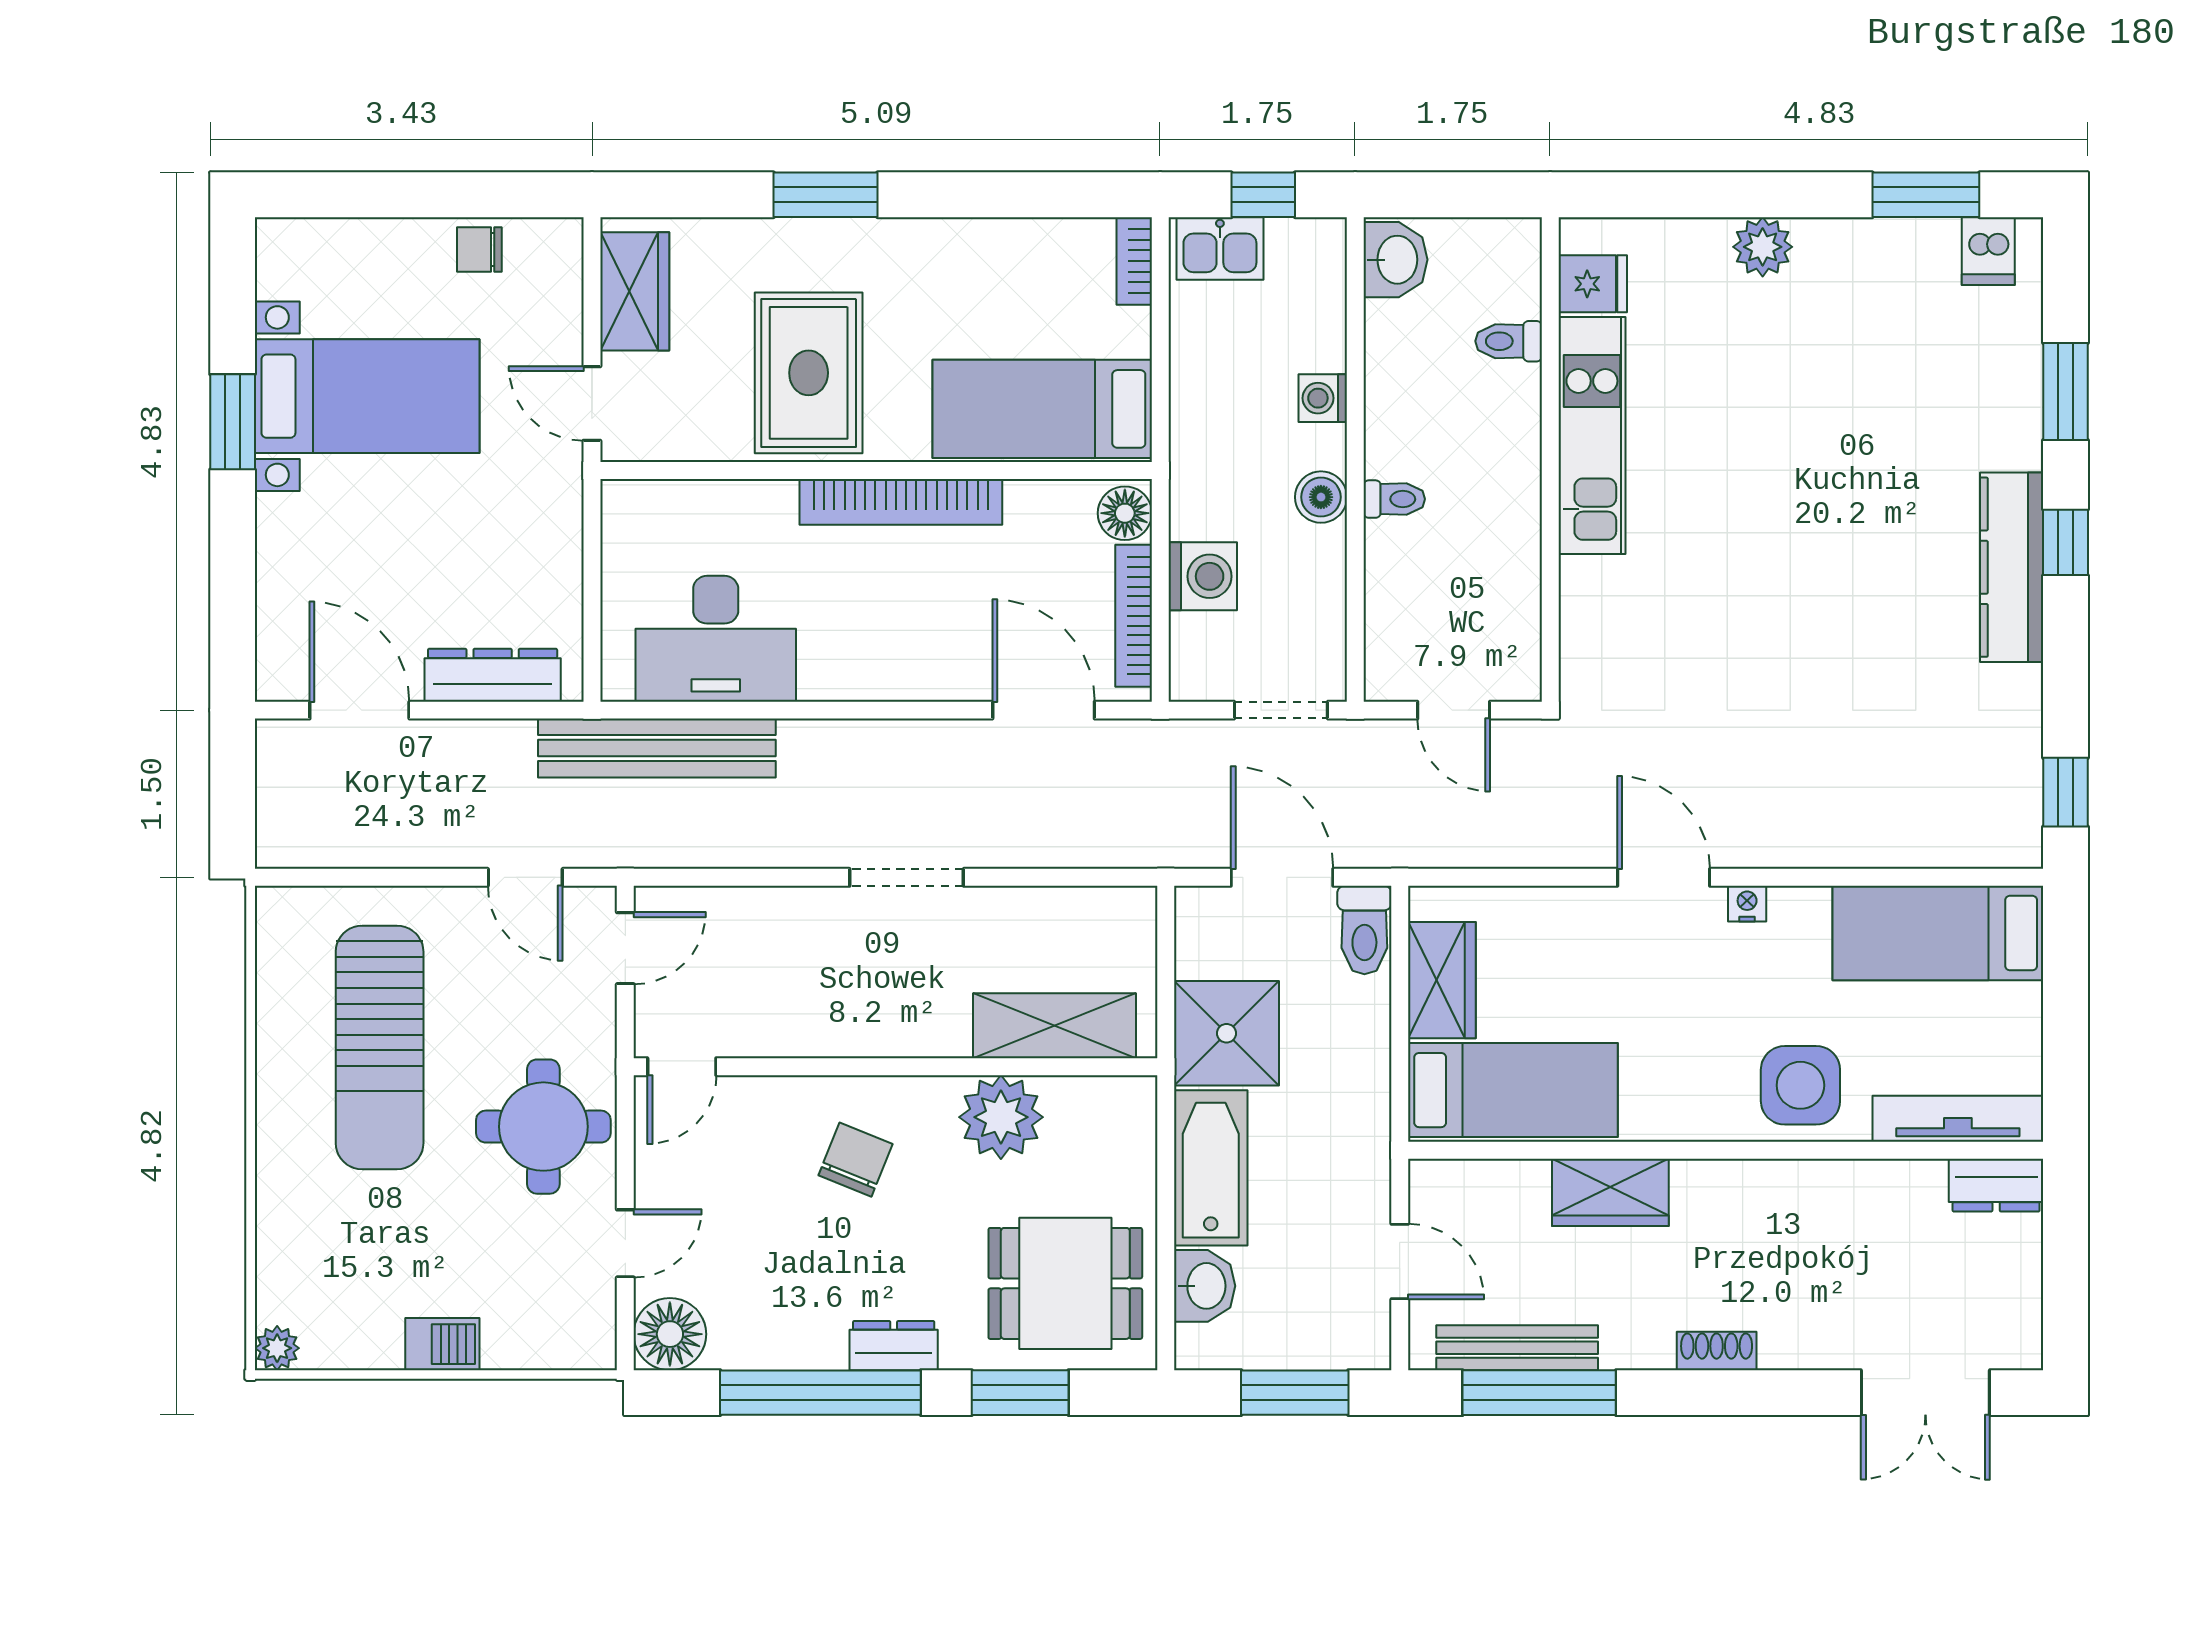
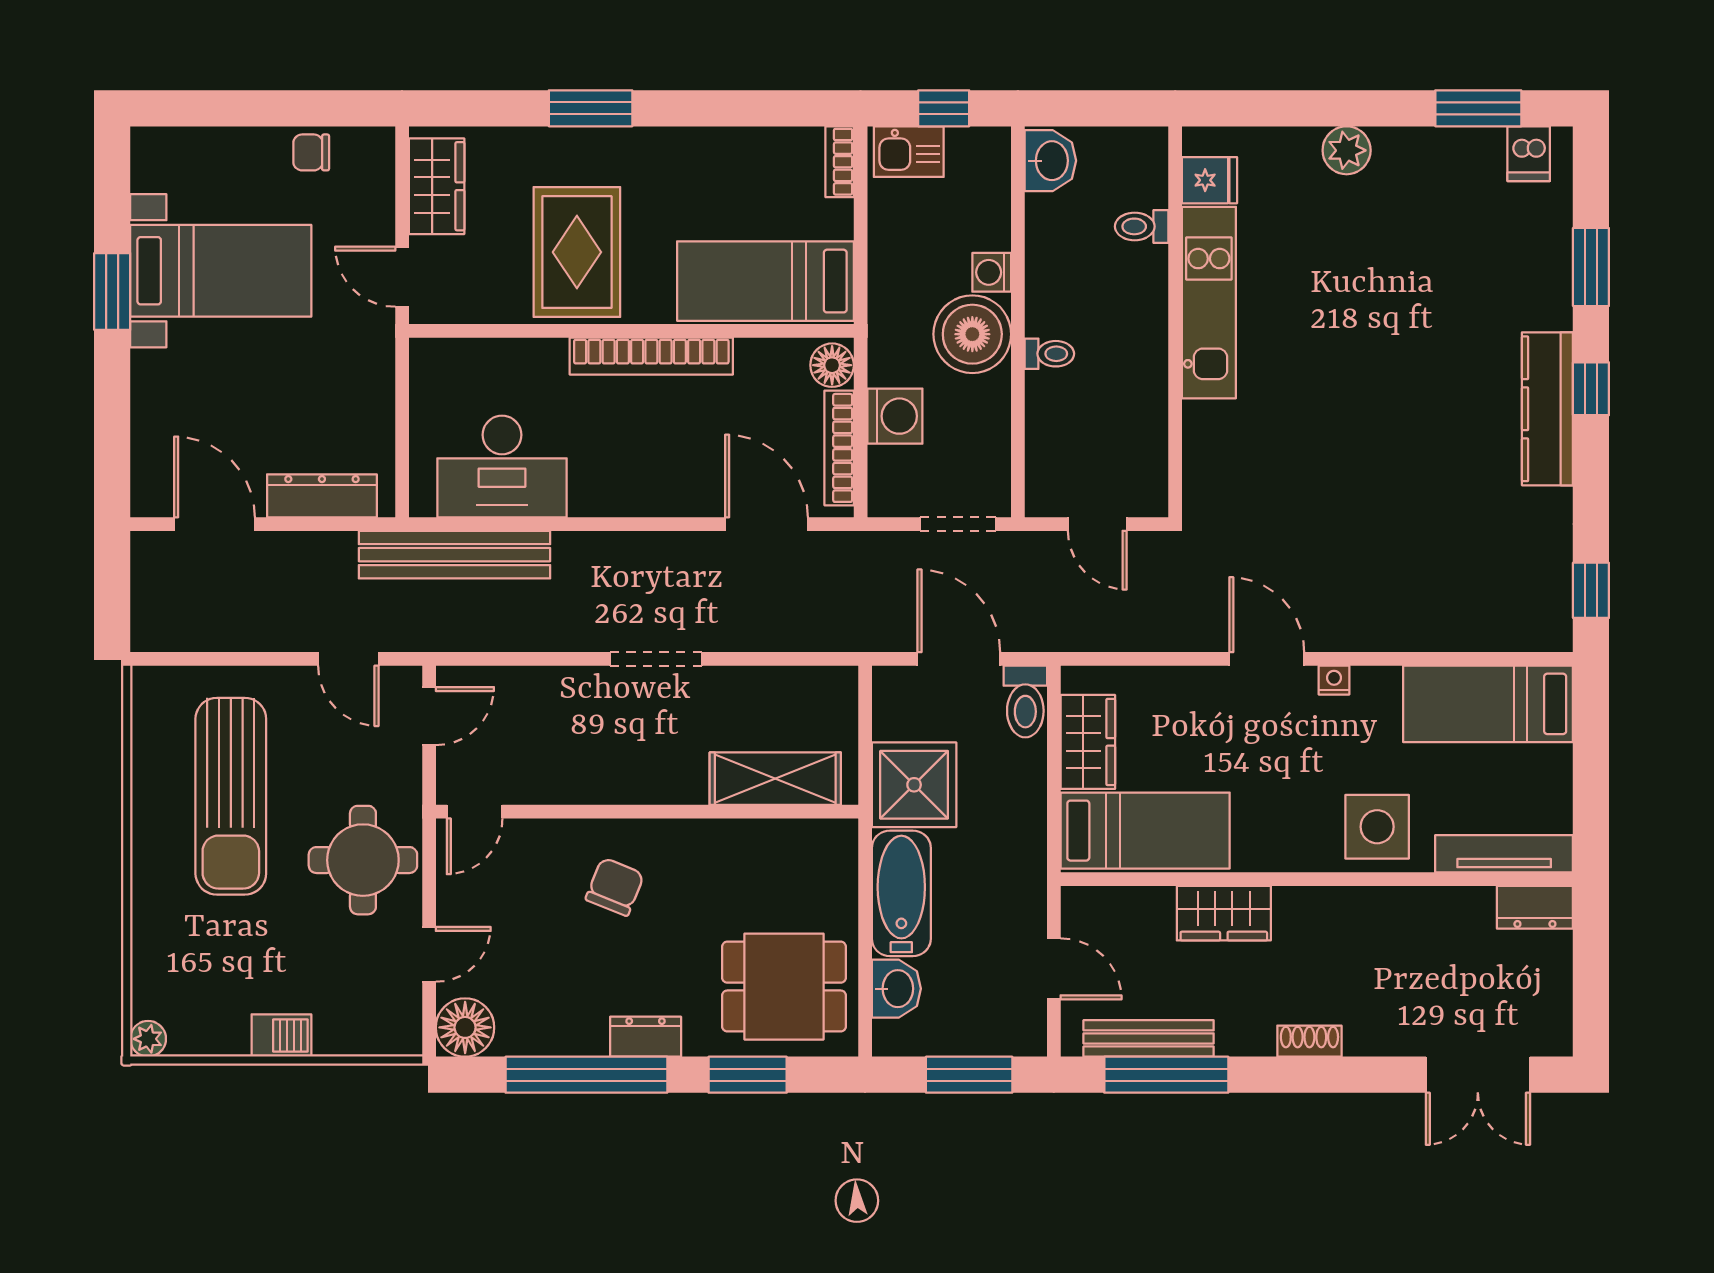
boiler: (1321, 497) -> (972, 334), width x1.86, depth x1.86
plant: (1001, 1117) -> (732, 852), removed

